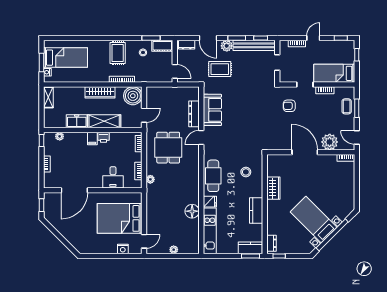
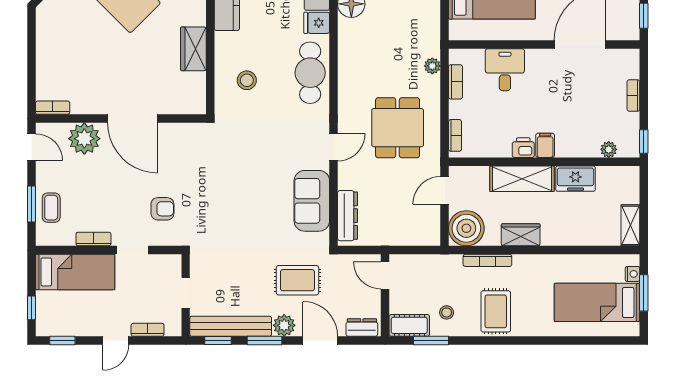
wardrobe: (100, 92) -> (521, 235), width x0.67
dresser: (194, 114) -> (348, 216), moved

